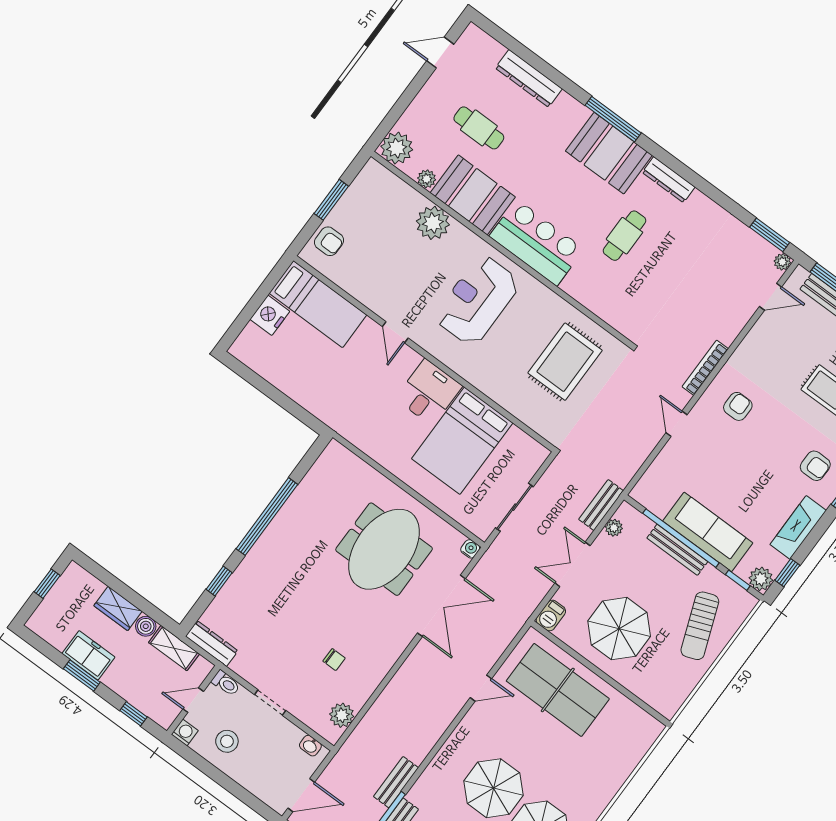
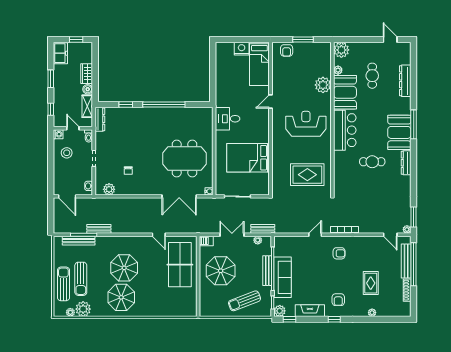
desk: (429, 392) -> (228, 119), moved, turned 180
freezer: (88, 655) -> (60, 53), moved

